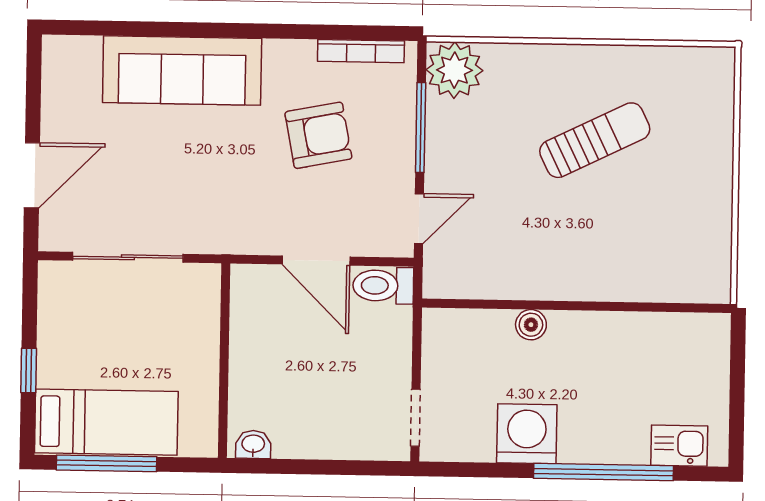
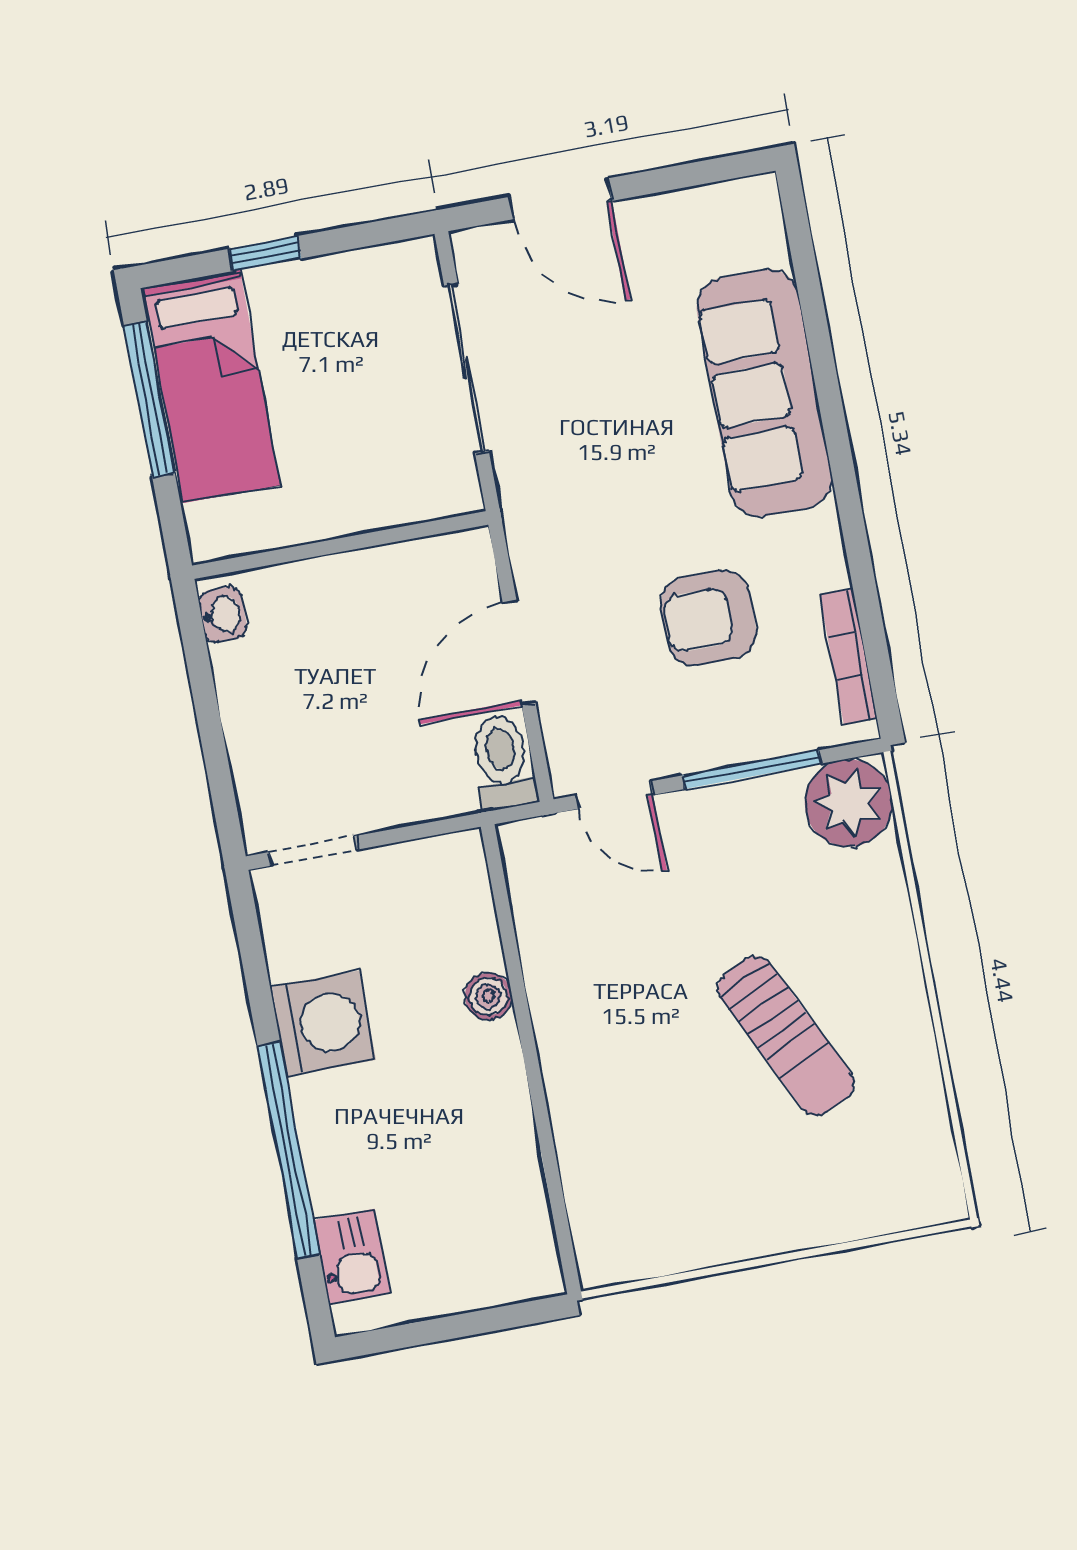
armchair: (318, 135) -> (709, 618), turned 101

